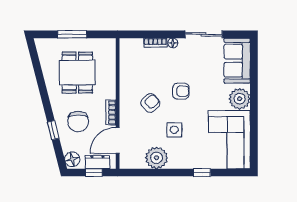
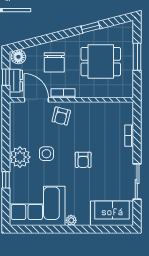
floor lamp: (173, 43) -> (129, 152), removed
plant: (240, 99) -> (71, 220), width x0.53, depth x0.53
armchair: (150, 103) -> (61, 116), moved, turned 55
chair: (78, 122) -> (54, 62), turned -90
window: (53, 130) -> (91, 27), moved
plant: (156, 158) -> (20, 157), moved

